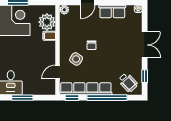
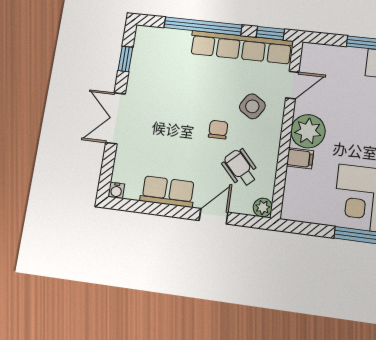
plant: (47, 22) -> (308, 131), moved
wheelchair: (128, 82) -> (240, 168), moved

